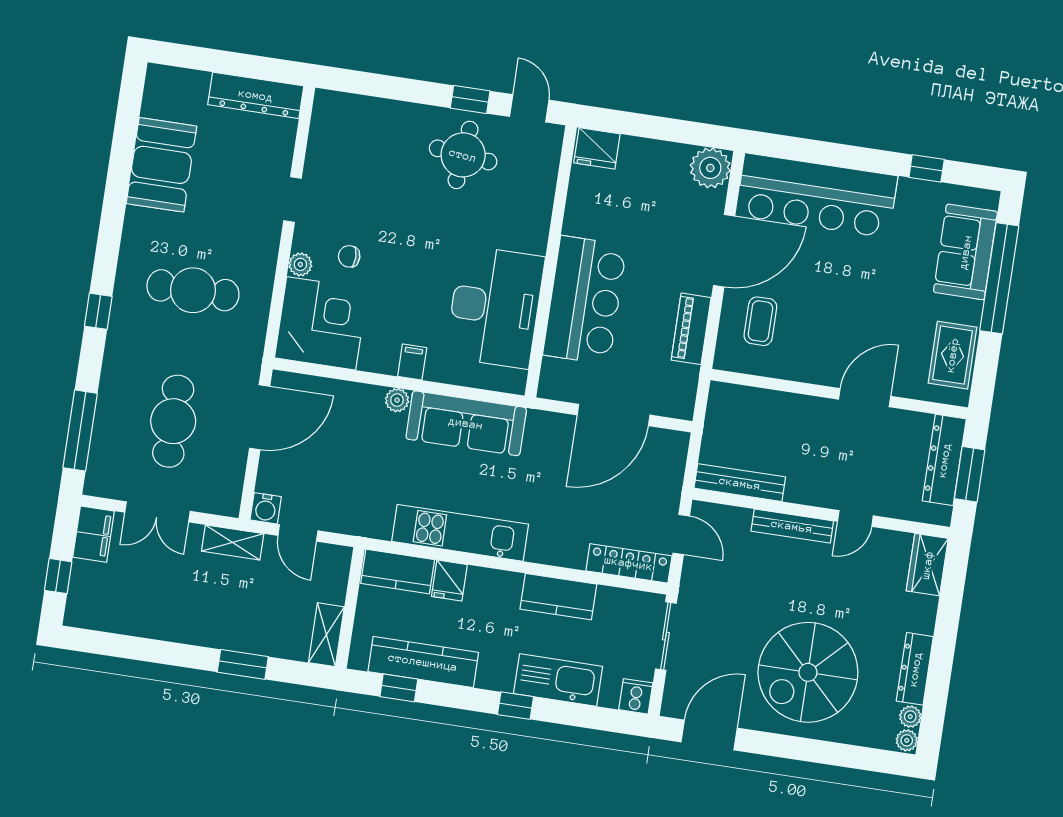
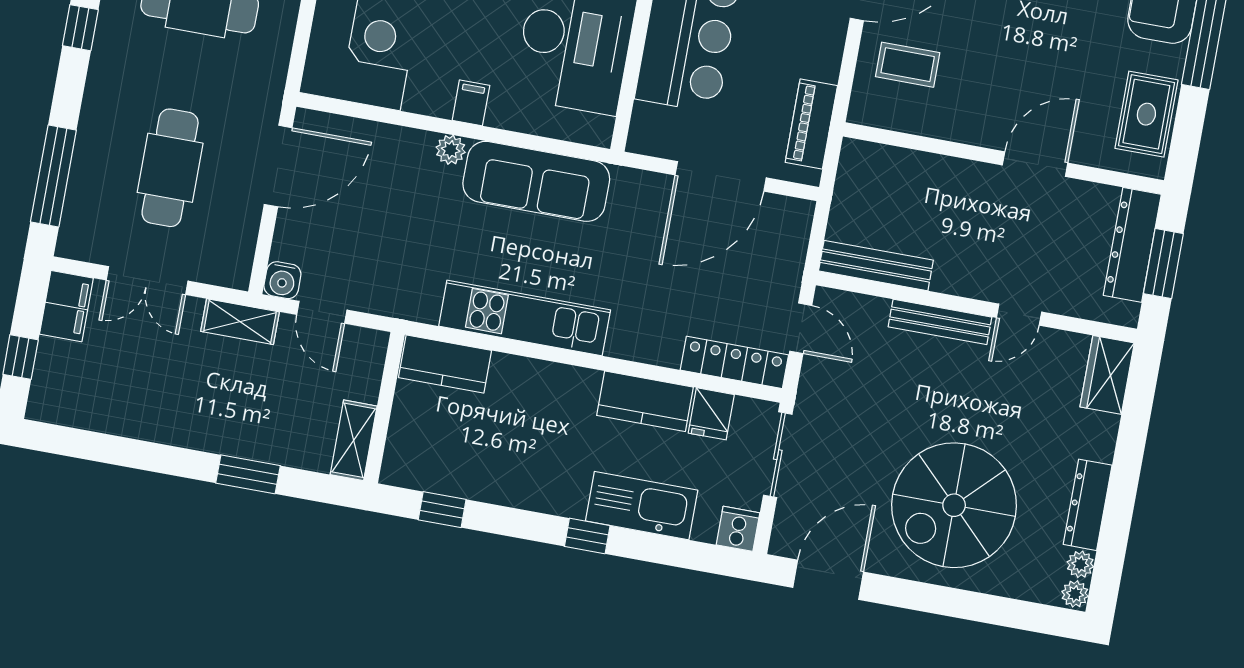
coffee table: (760, 321) -> (908, 65), turned 90
piano: (691, 329) -> (811, 124), moved
fridge: (449, 580) -> (711, 414), moved
kitchen counter: (423, 662) -> (474, 478), removed

